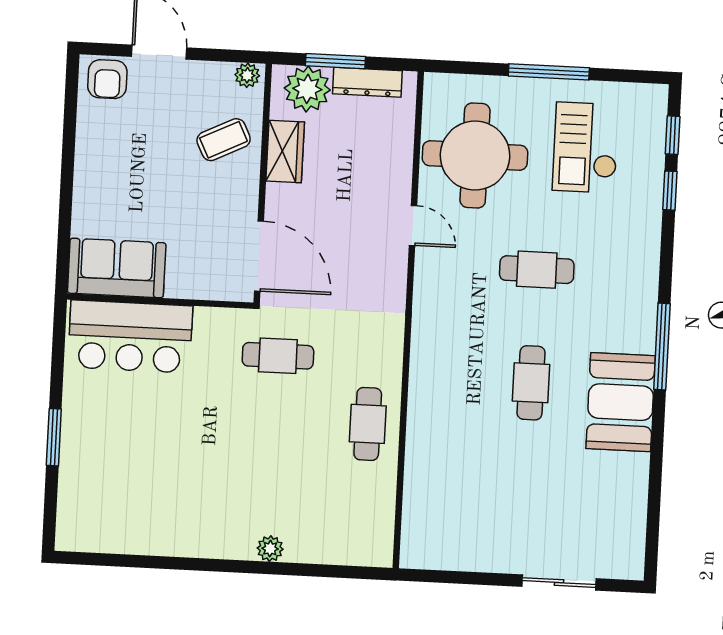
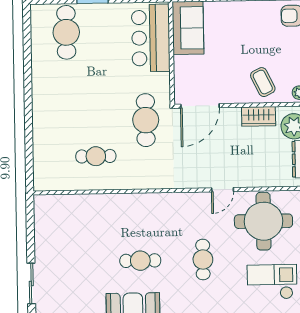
cafe table: (278, 356) -> (146, 120), width x1.37, depth x1.35
cafe table: (368, 424) -> (96, 156), moved
cafe table: (110, 488) -> (66, 32), added
plant: (270, 549) -> (39, 123), removed

